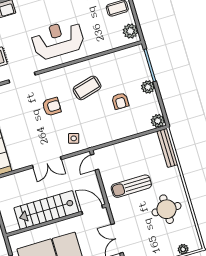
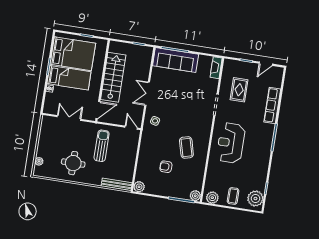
reception desk: (58, 40) -> (231, 143), turned 180
plant: (148, 87) -> (195, 196), moved
armchair: (52, 107) -> (185, 116), removed

